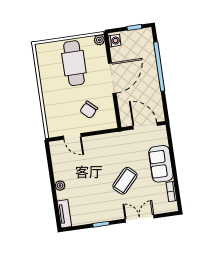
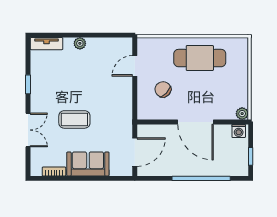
cafe table: (74, 63) -> (200, 58), moved
coffee table: (125, 181) -> (74, 119), turned -43

